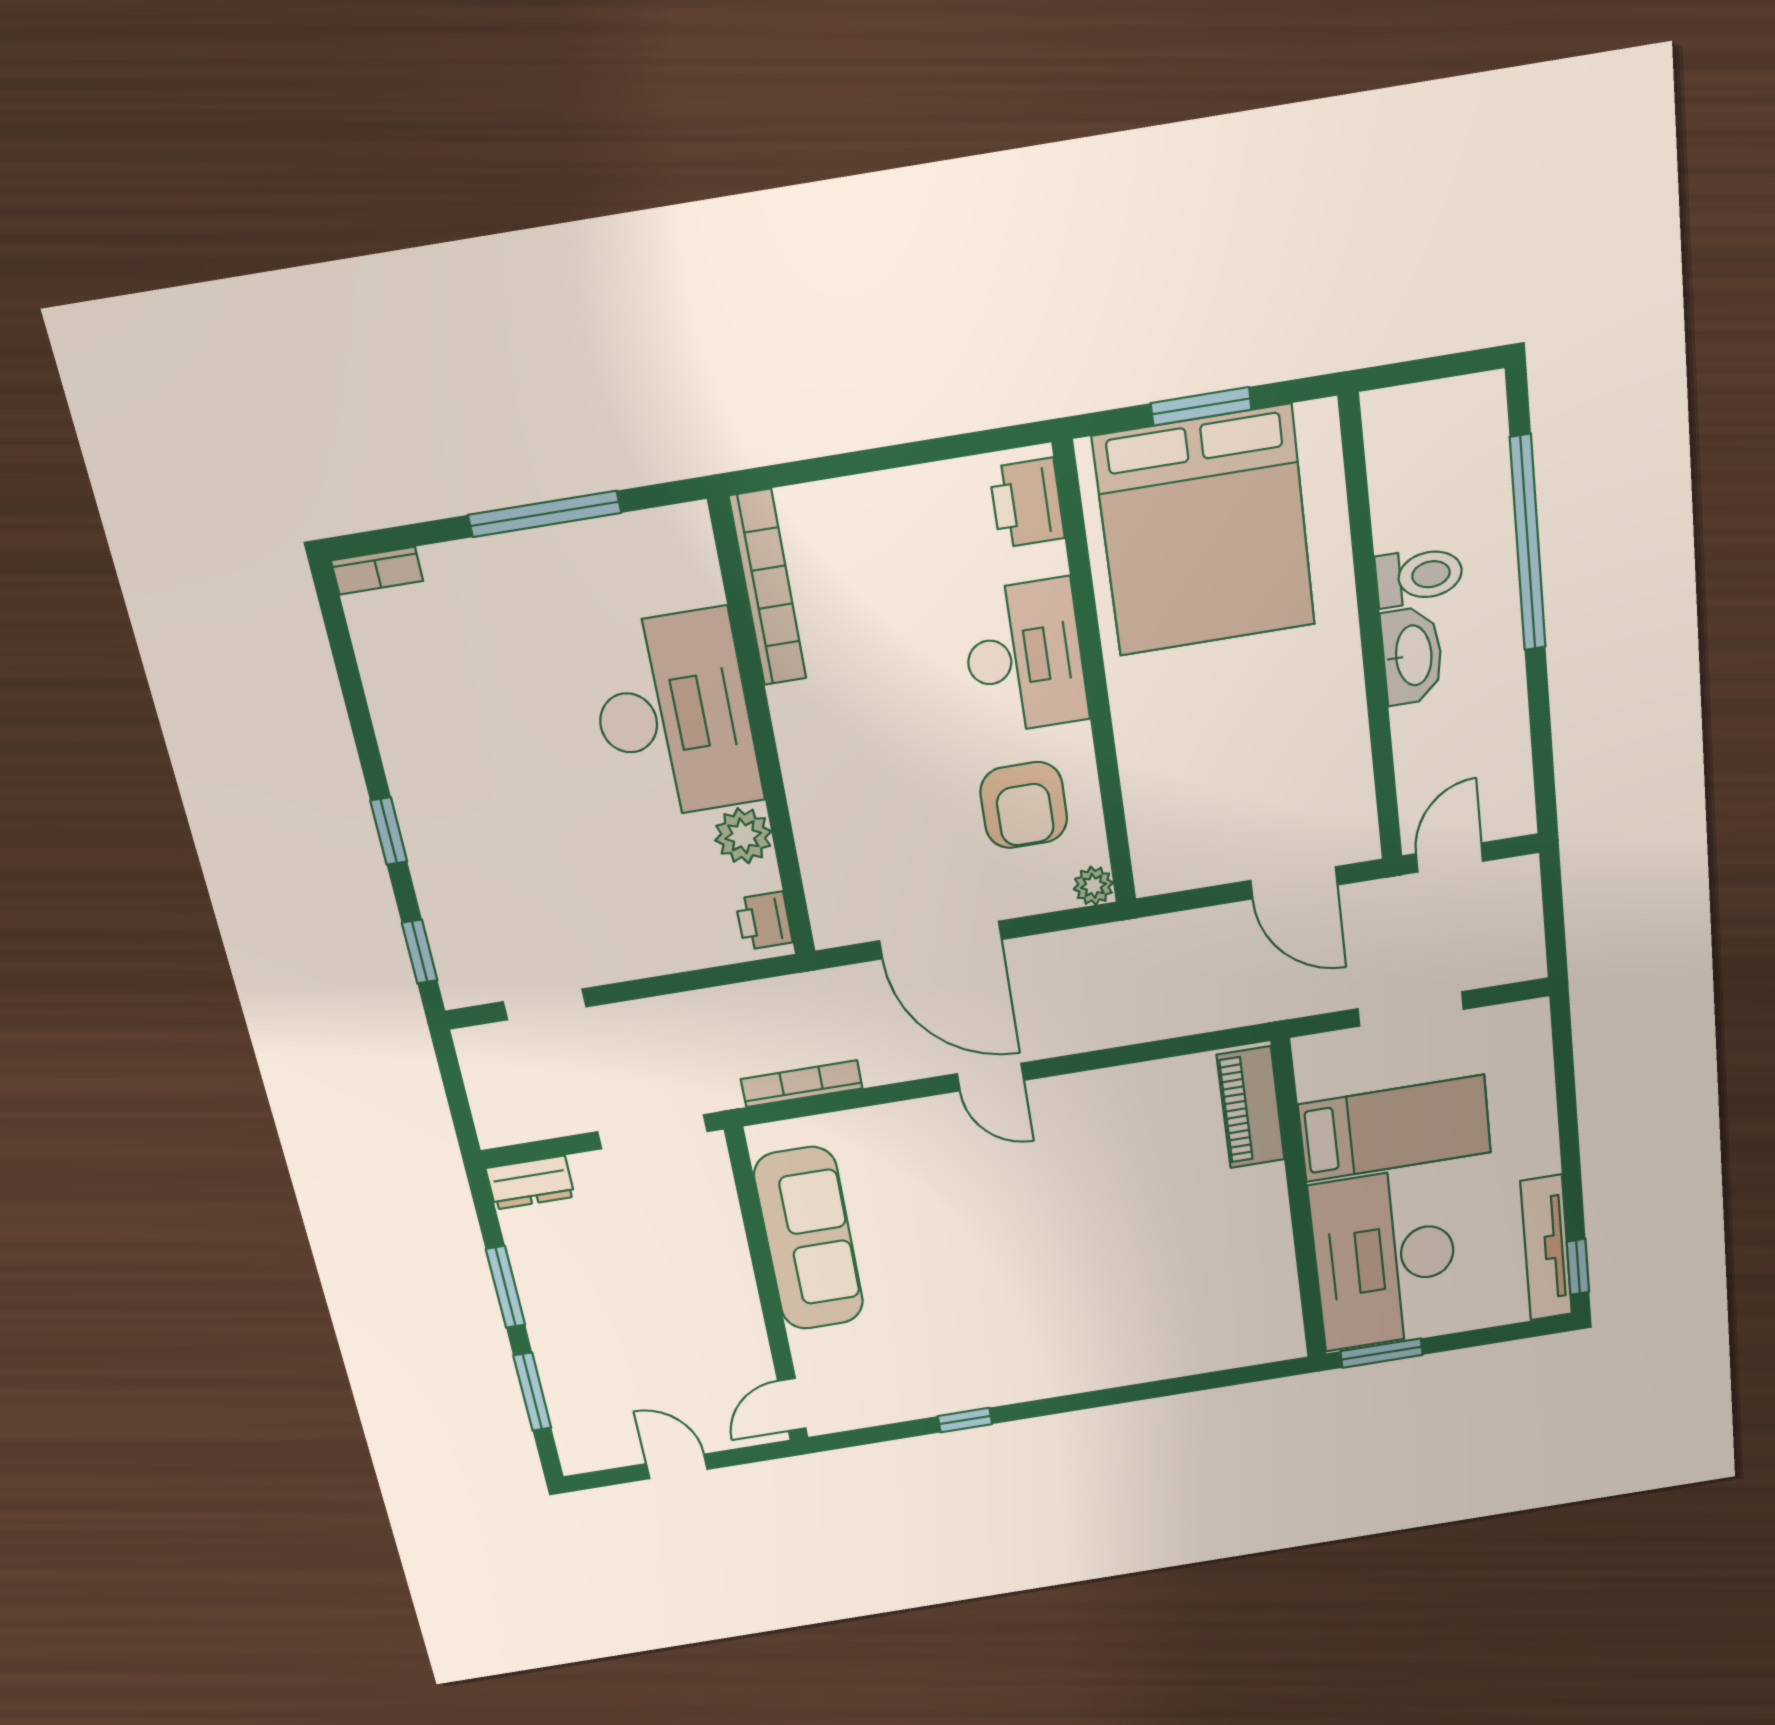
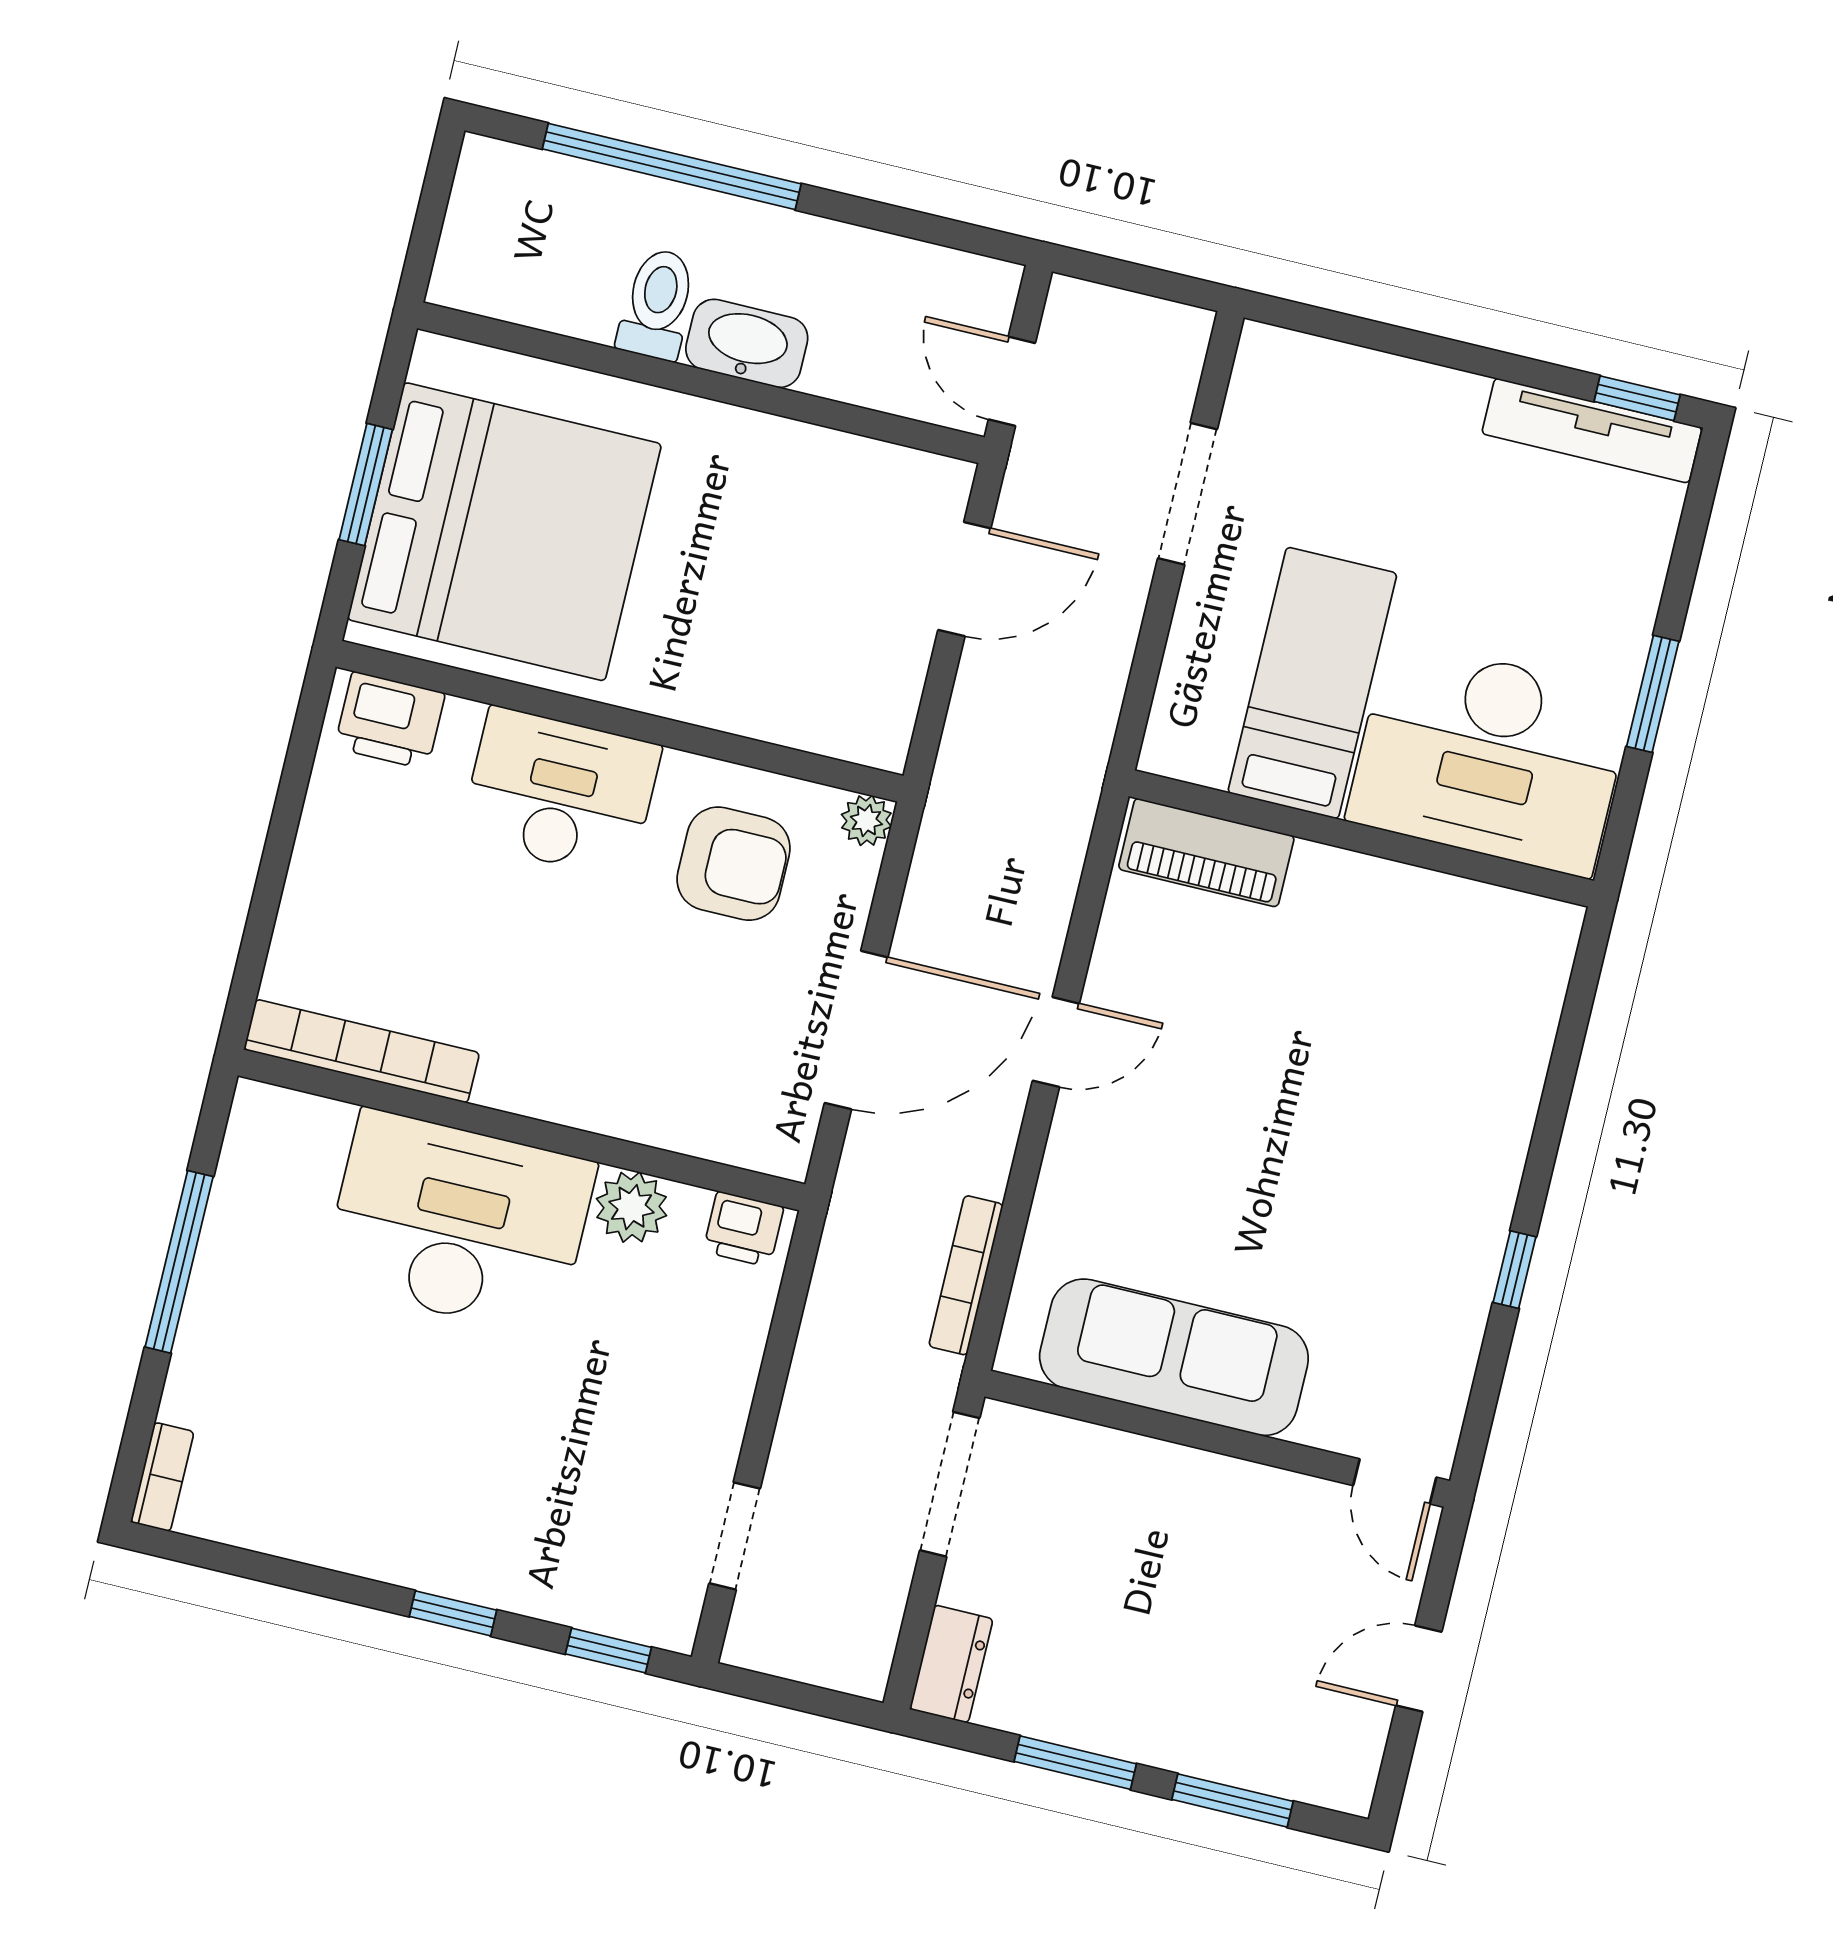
piano: (1251, 1107) -> (1206, 853), moved
bed: (1395, 1129) -> (1312, 683), moved
wall: (1299, 1202) -> (1361, 839), moved
desk: (1385, 1259) -> (1490, 758), moved

